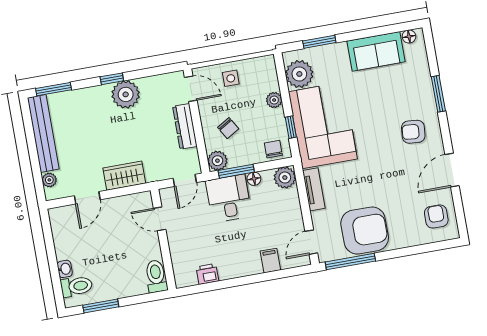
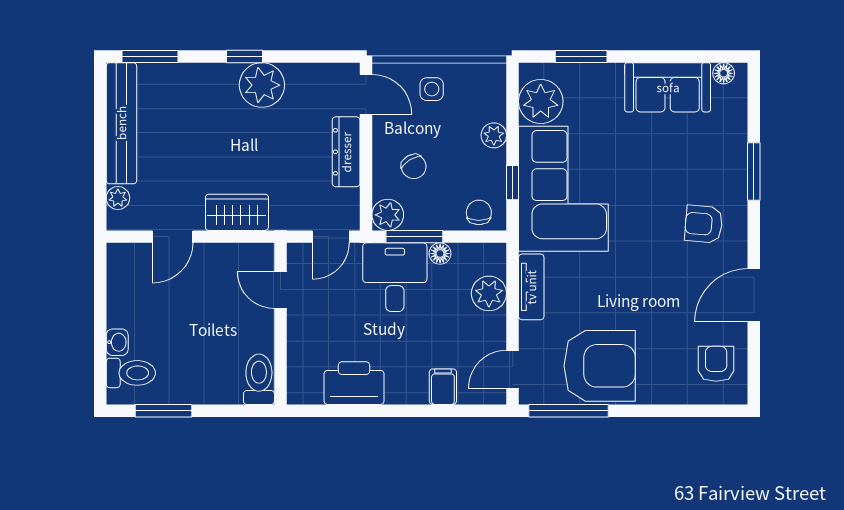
plant: (285, 178) -> (489, 293), moved
printer: (207, 274) -> (354, 383), width x1.87, depth x1.48

